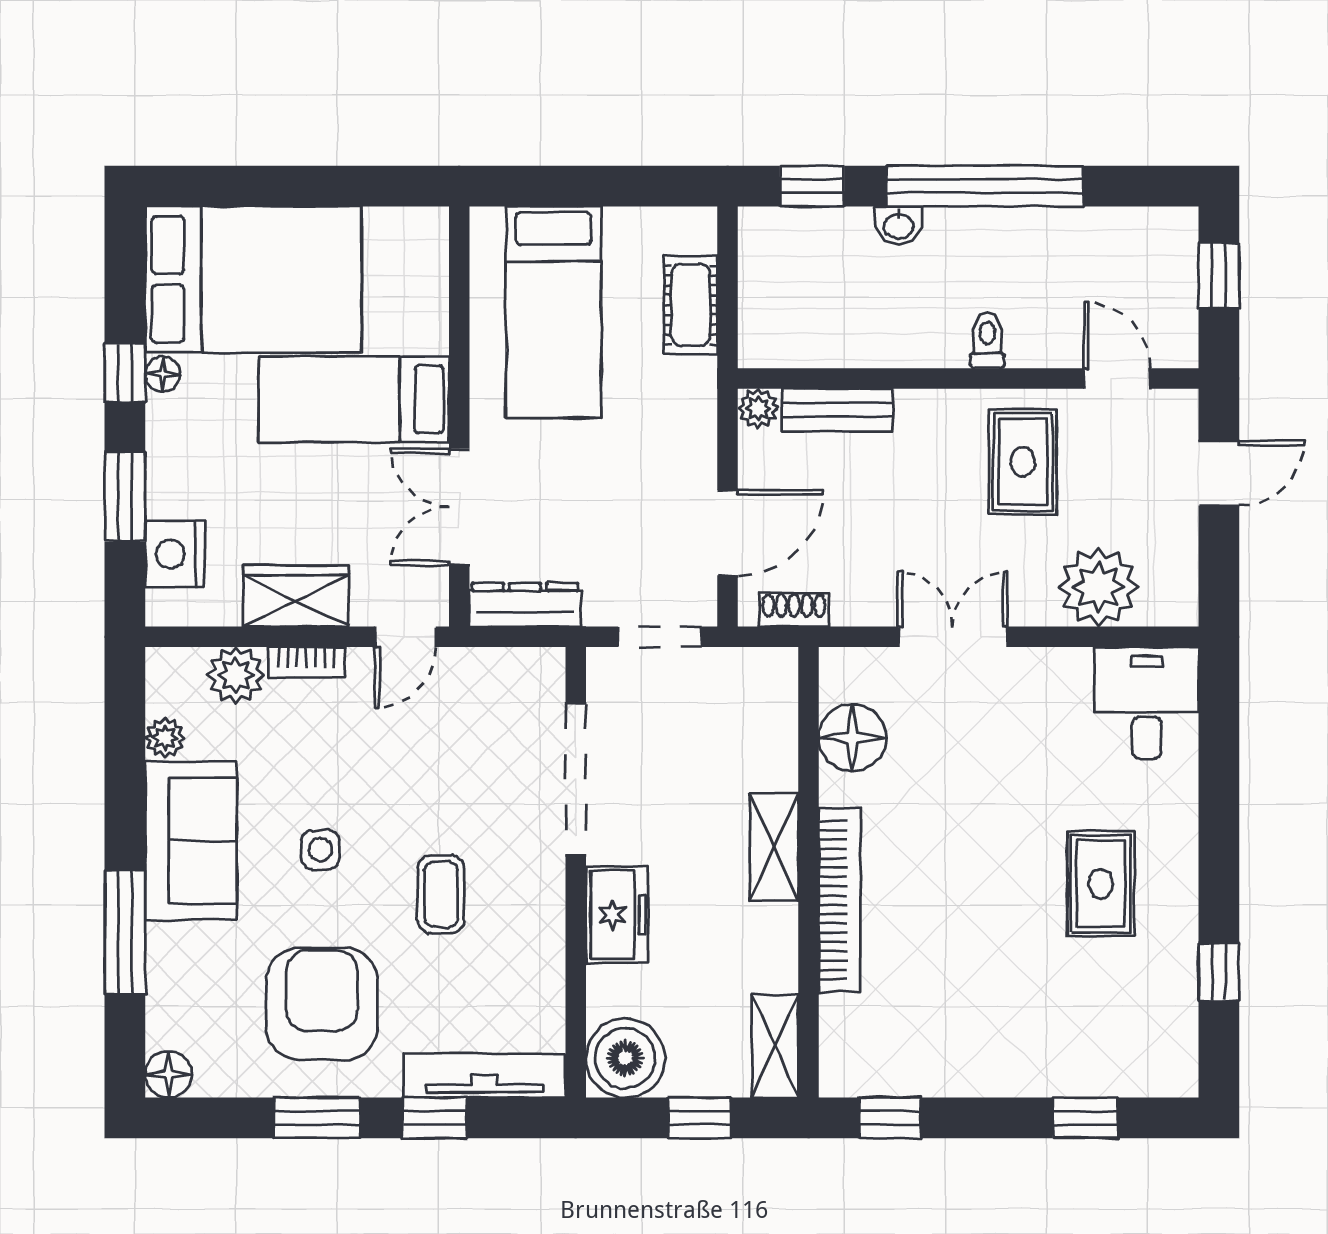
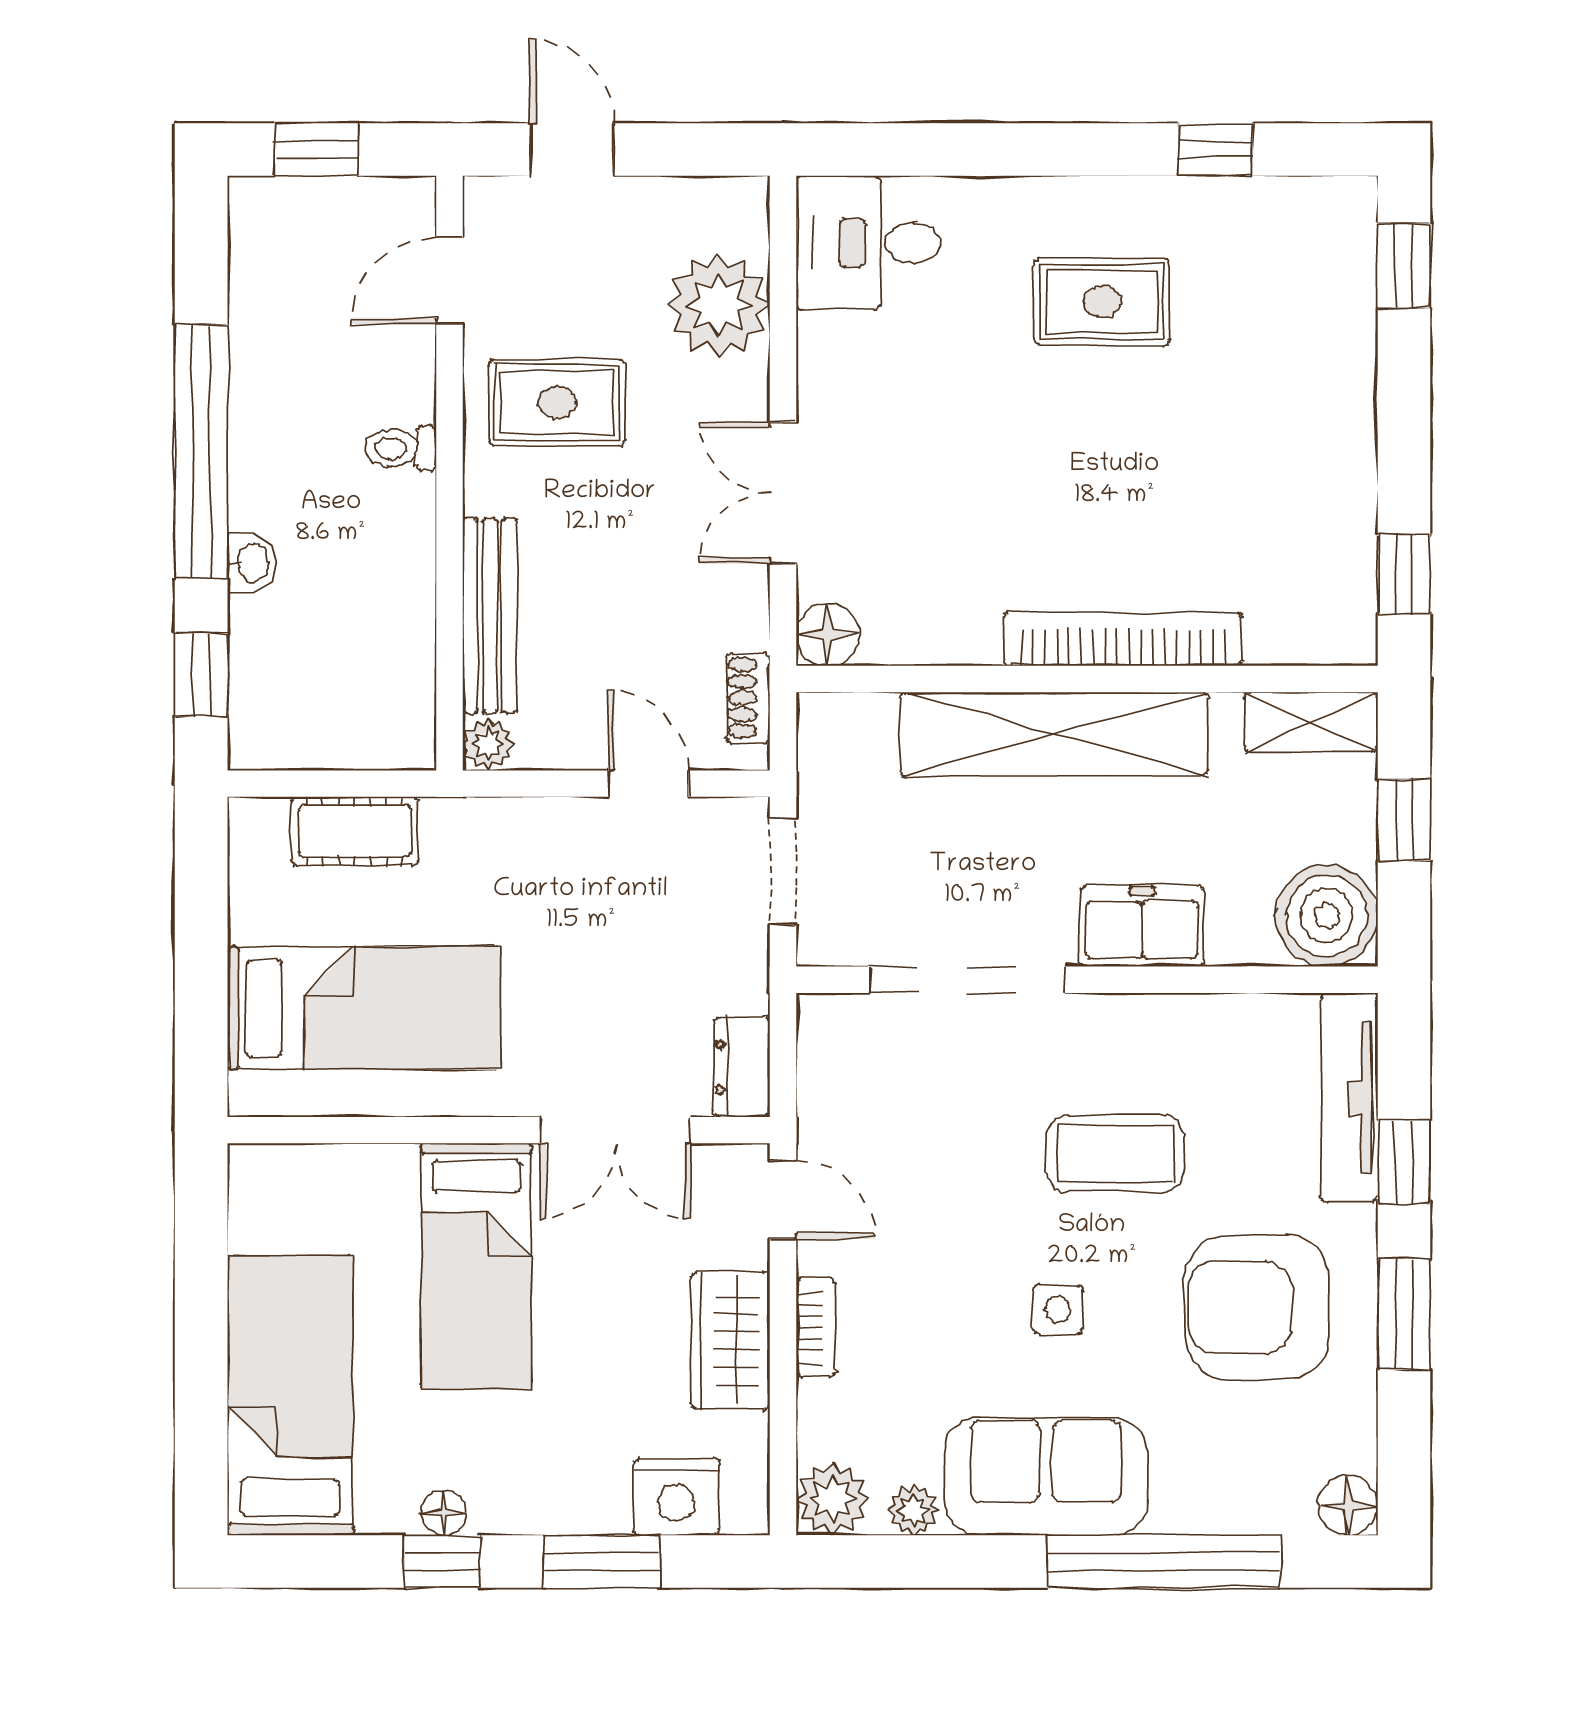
bed: (253, 279) -> (290, 1396), width x0.67
bench: (838, 410) -> (490, 616), width x1.36
door: (728, 533) -> (649, 784), width x0.73
dresser: (525, 605) -> (742, 1067), width x0.70
plant: (236, 675) -> (832, 1499), moved
floor lamp: (852, 738) -> (828, 634), moved, width x0.73, depth x0.73
shelving: (774, 847) -> (1054, 734), width x2.20, depth x1.33
coffee table: (441, 894) -> (1115, 1154), width x1.36, depth x1.30
window: (125, 932) -> (1164, 1562), width x1.46
window: (1085, 1118) -> (1404, 266), moved

